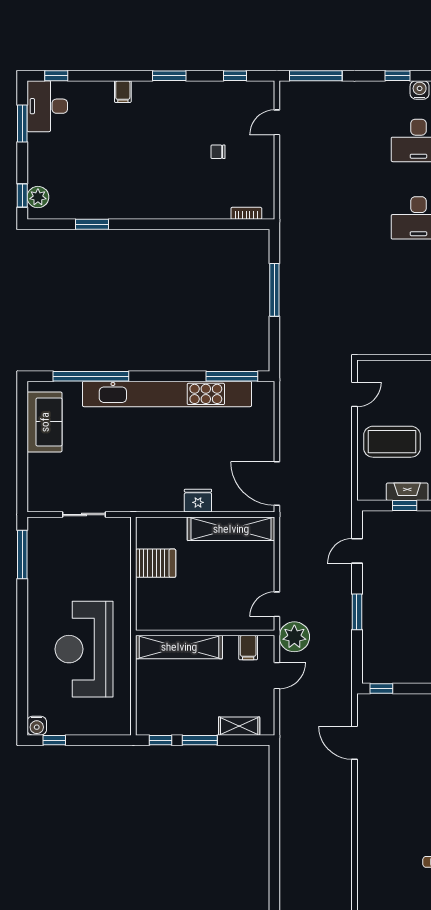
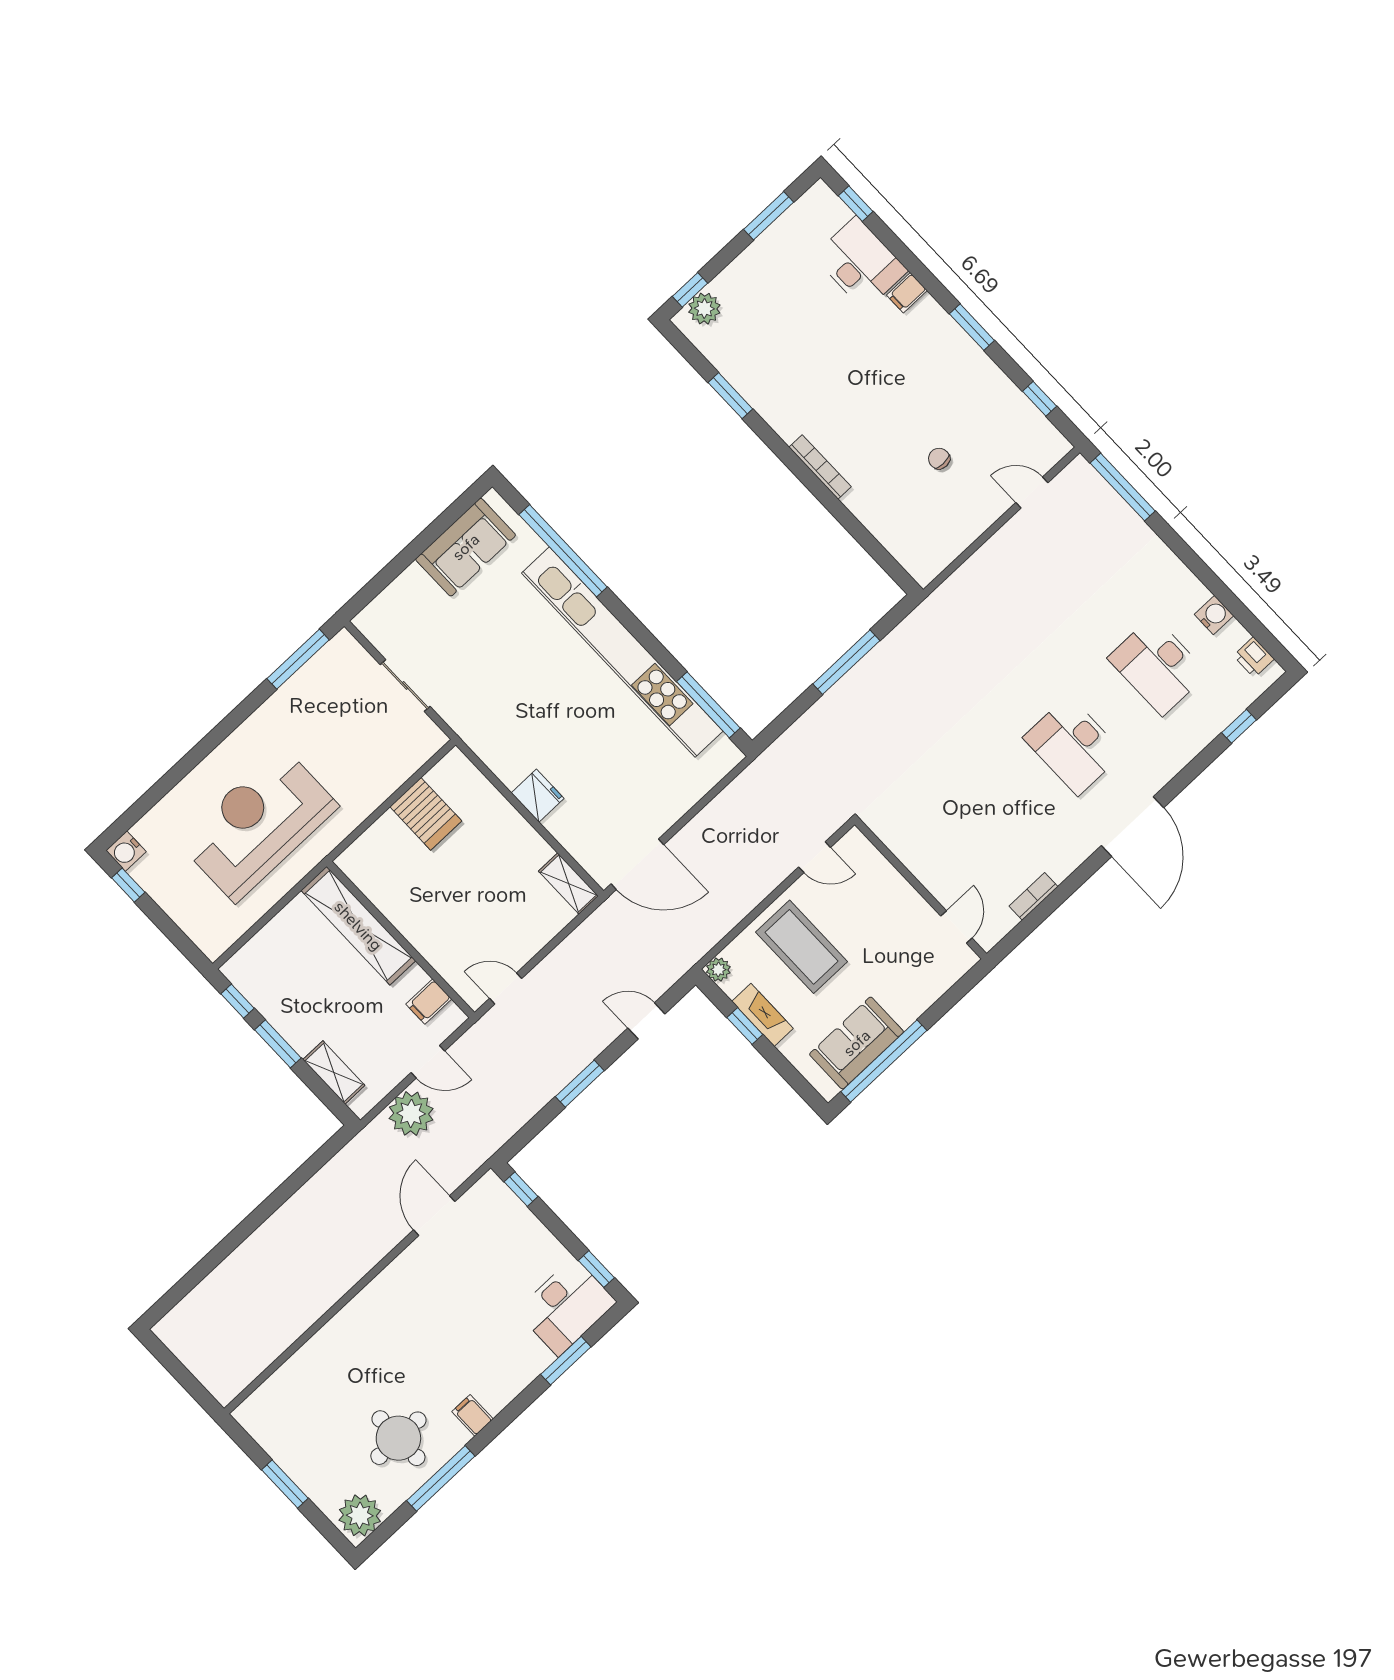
window: (397, 76) -> (1207, 576), removed
desk: (47, 106) -> (861, 263), moved, turned 90
bookcase: (246, 213) -> (820, 467), moved, width x1.56
door: (277, 484) -> (637, 864), swing flipped
plant: (365, 492) -> (718, 970), added
shelving: (231, 529) -> (568, 884), width x0.45, depth x0.75
plant: (294, 637) -> (411, 1114), moved

